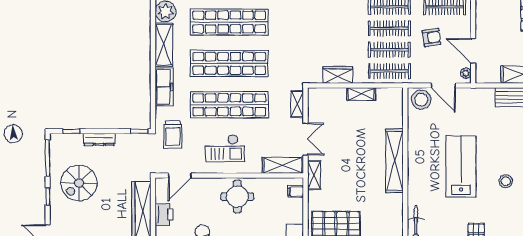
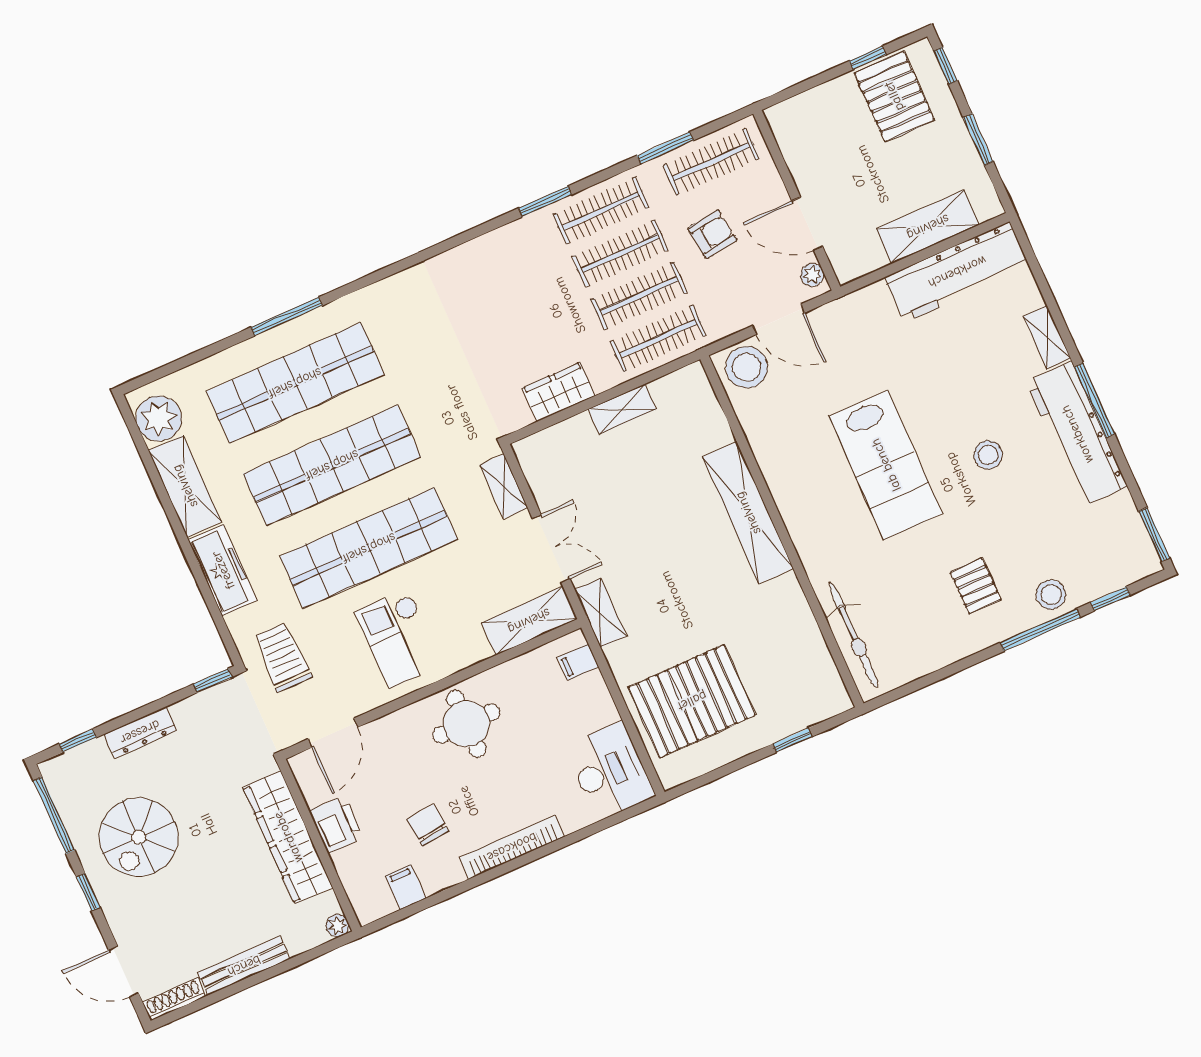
trolley: (173, 135) -> (283, 657), turned 180
checkout: (225, 148) -> (399, 638), turned 90
lab bench: (461, 166) -> (886, 465), turned 180

